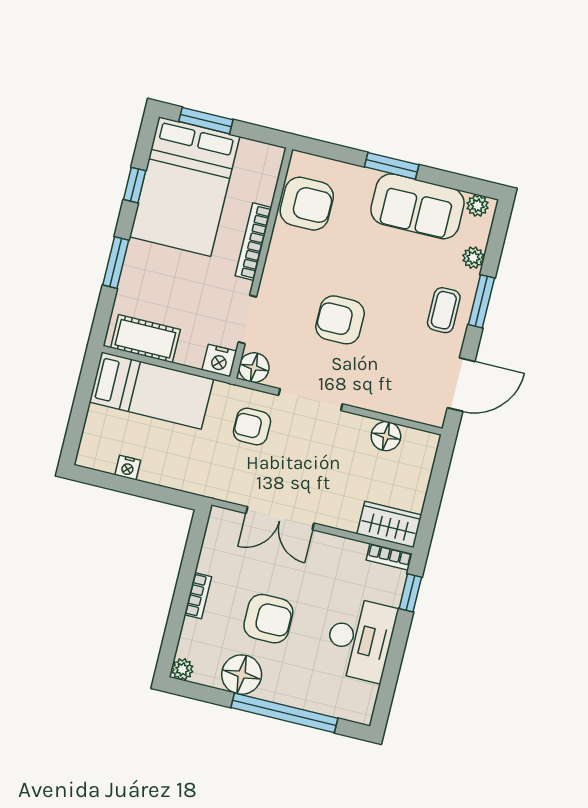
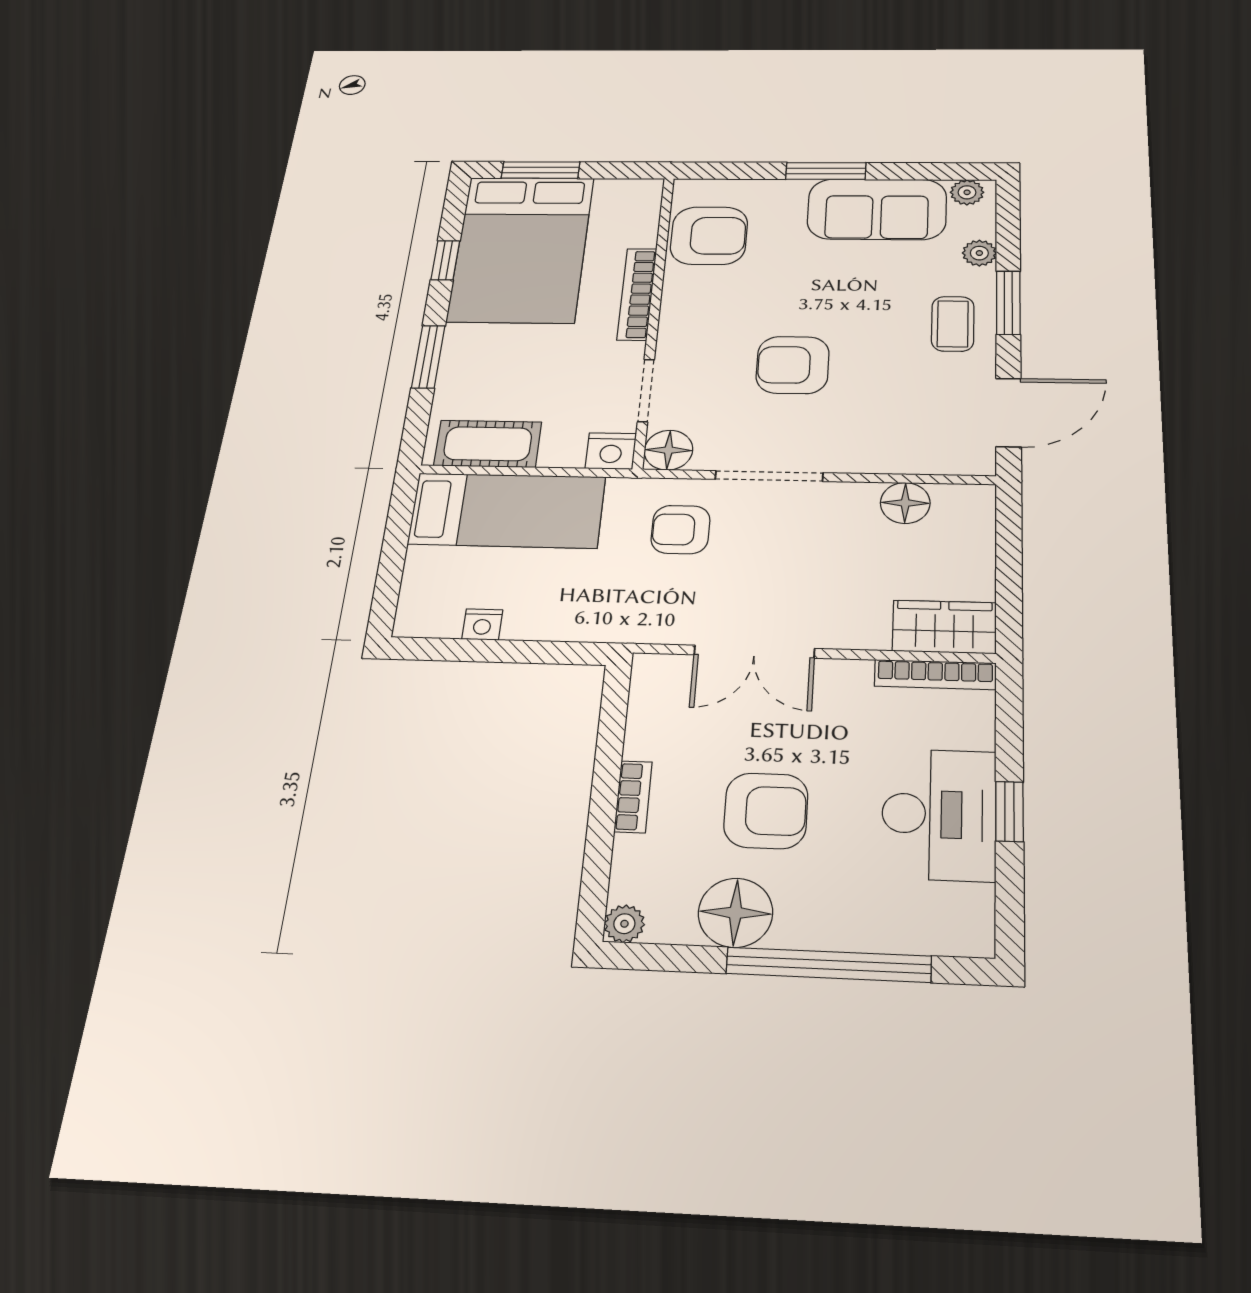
bookcase: (389, 557) -> (935, 675), width x1.56
window: (410, 593) -> (1009, 811), moved

